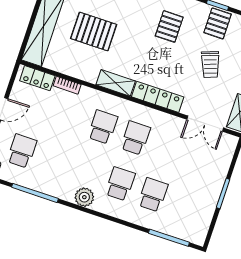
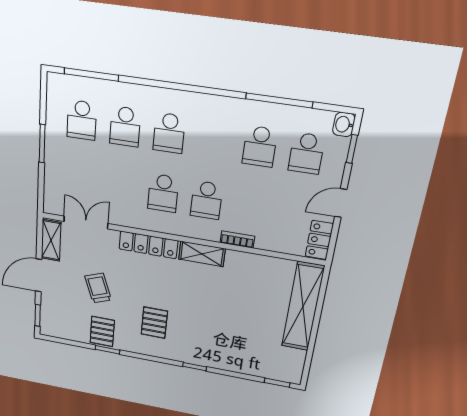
pallet: (94, 31) -> (240, 308), removed
locker: (37, 78) -> (319, 240), moved, turned -90
bookcase: (67, 85) -> (237, 239), moved
school desk: (55, 162) -> (260, 146), added
plant: (84, 197) -> (212, 107), removed
school desk: (186, 206) -> (82, 120), added

